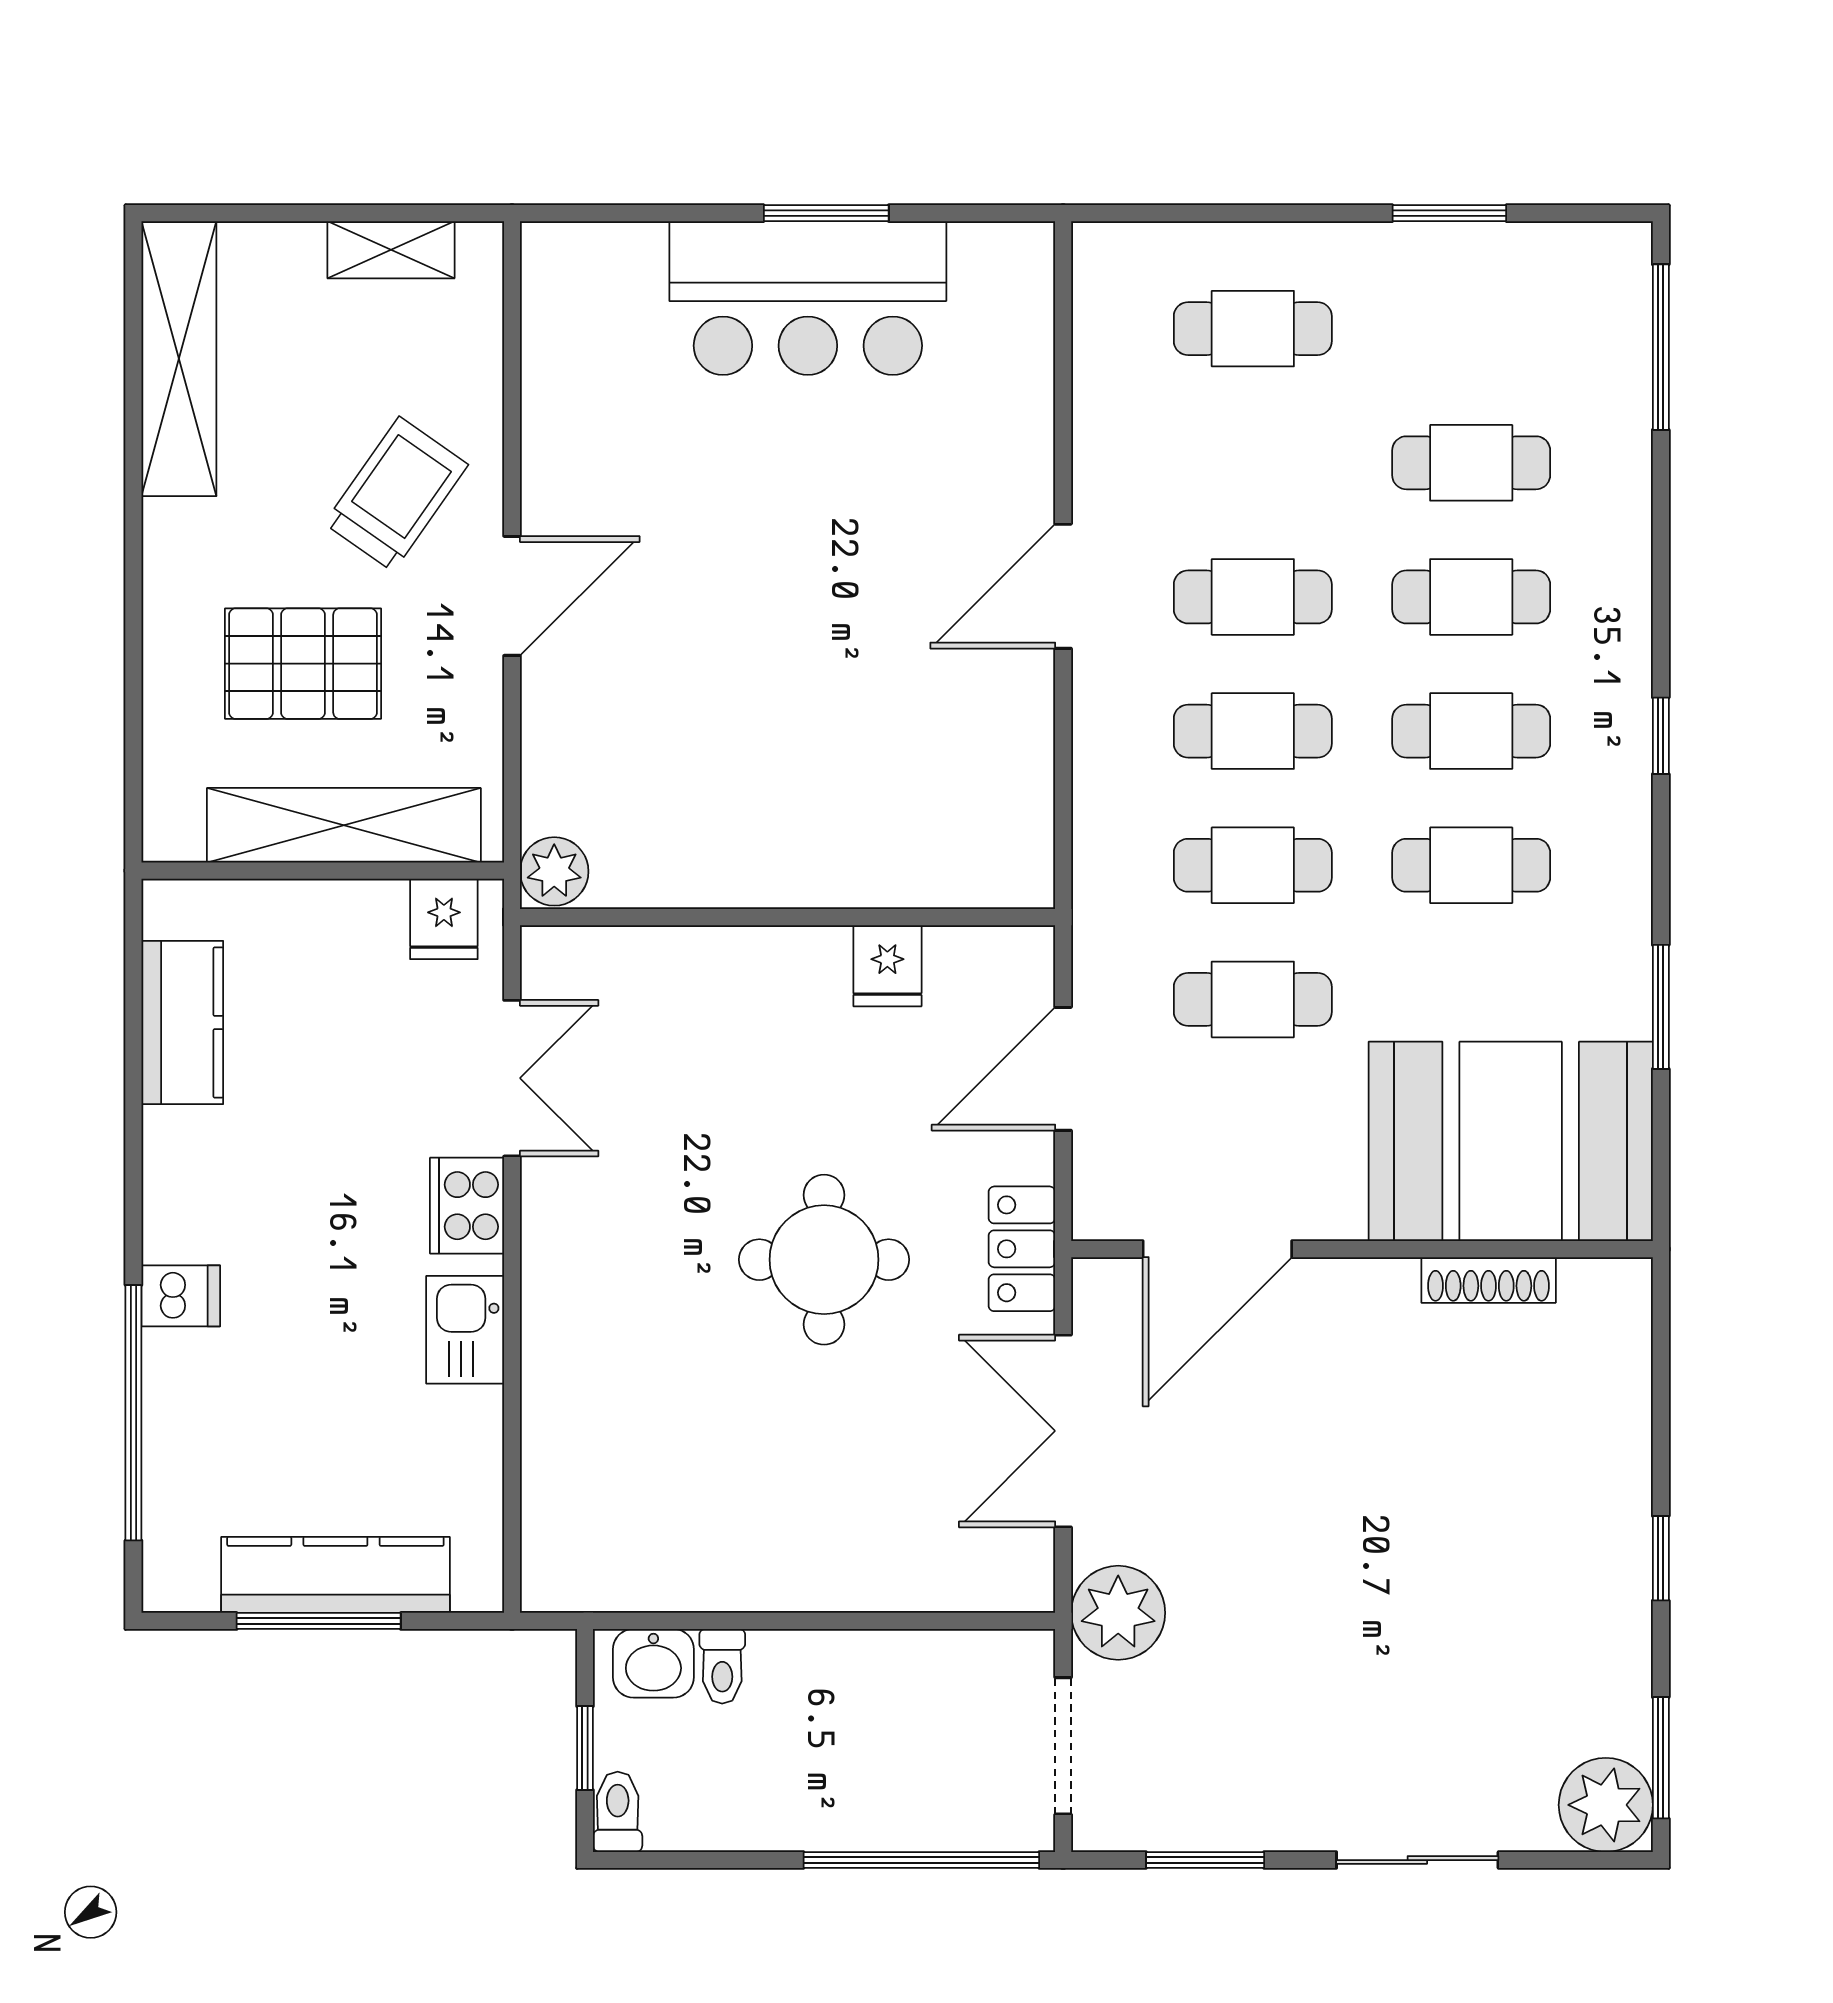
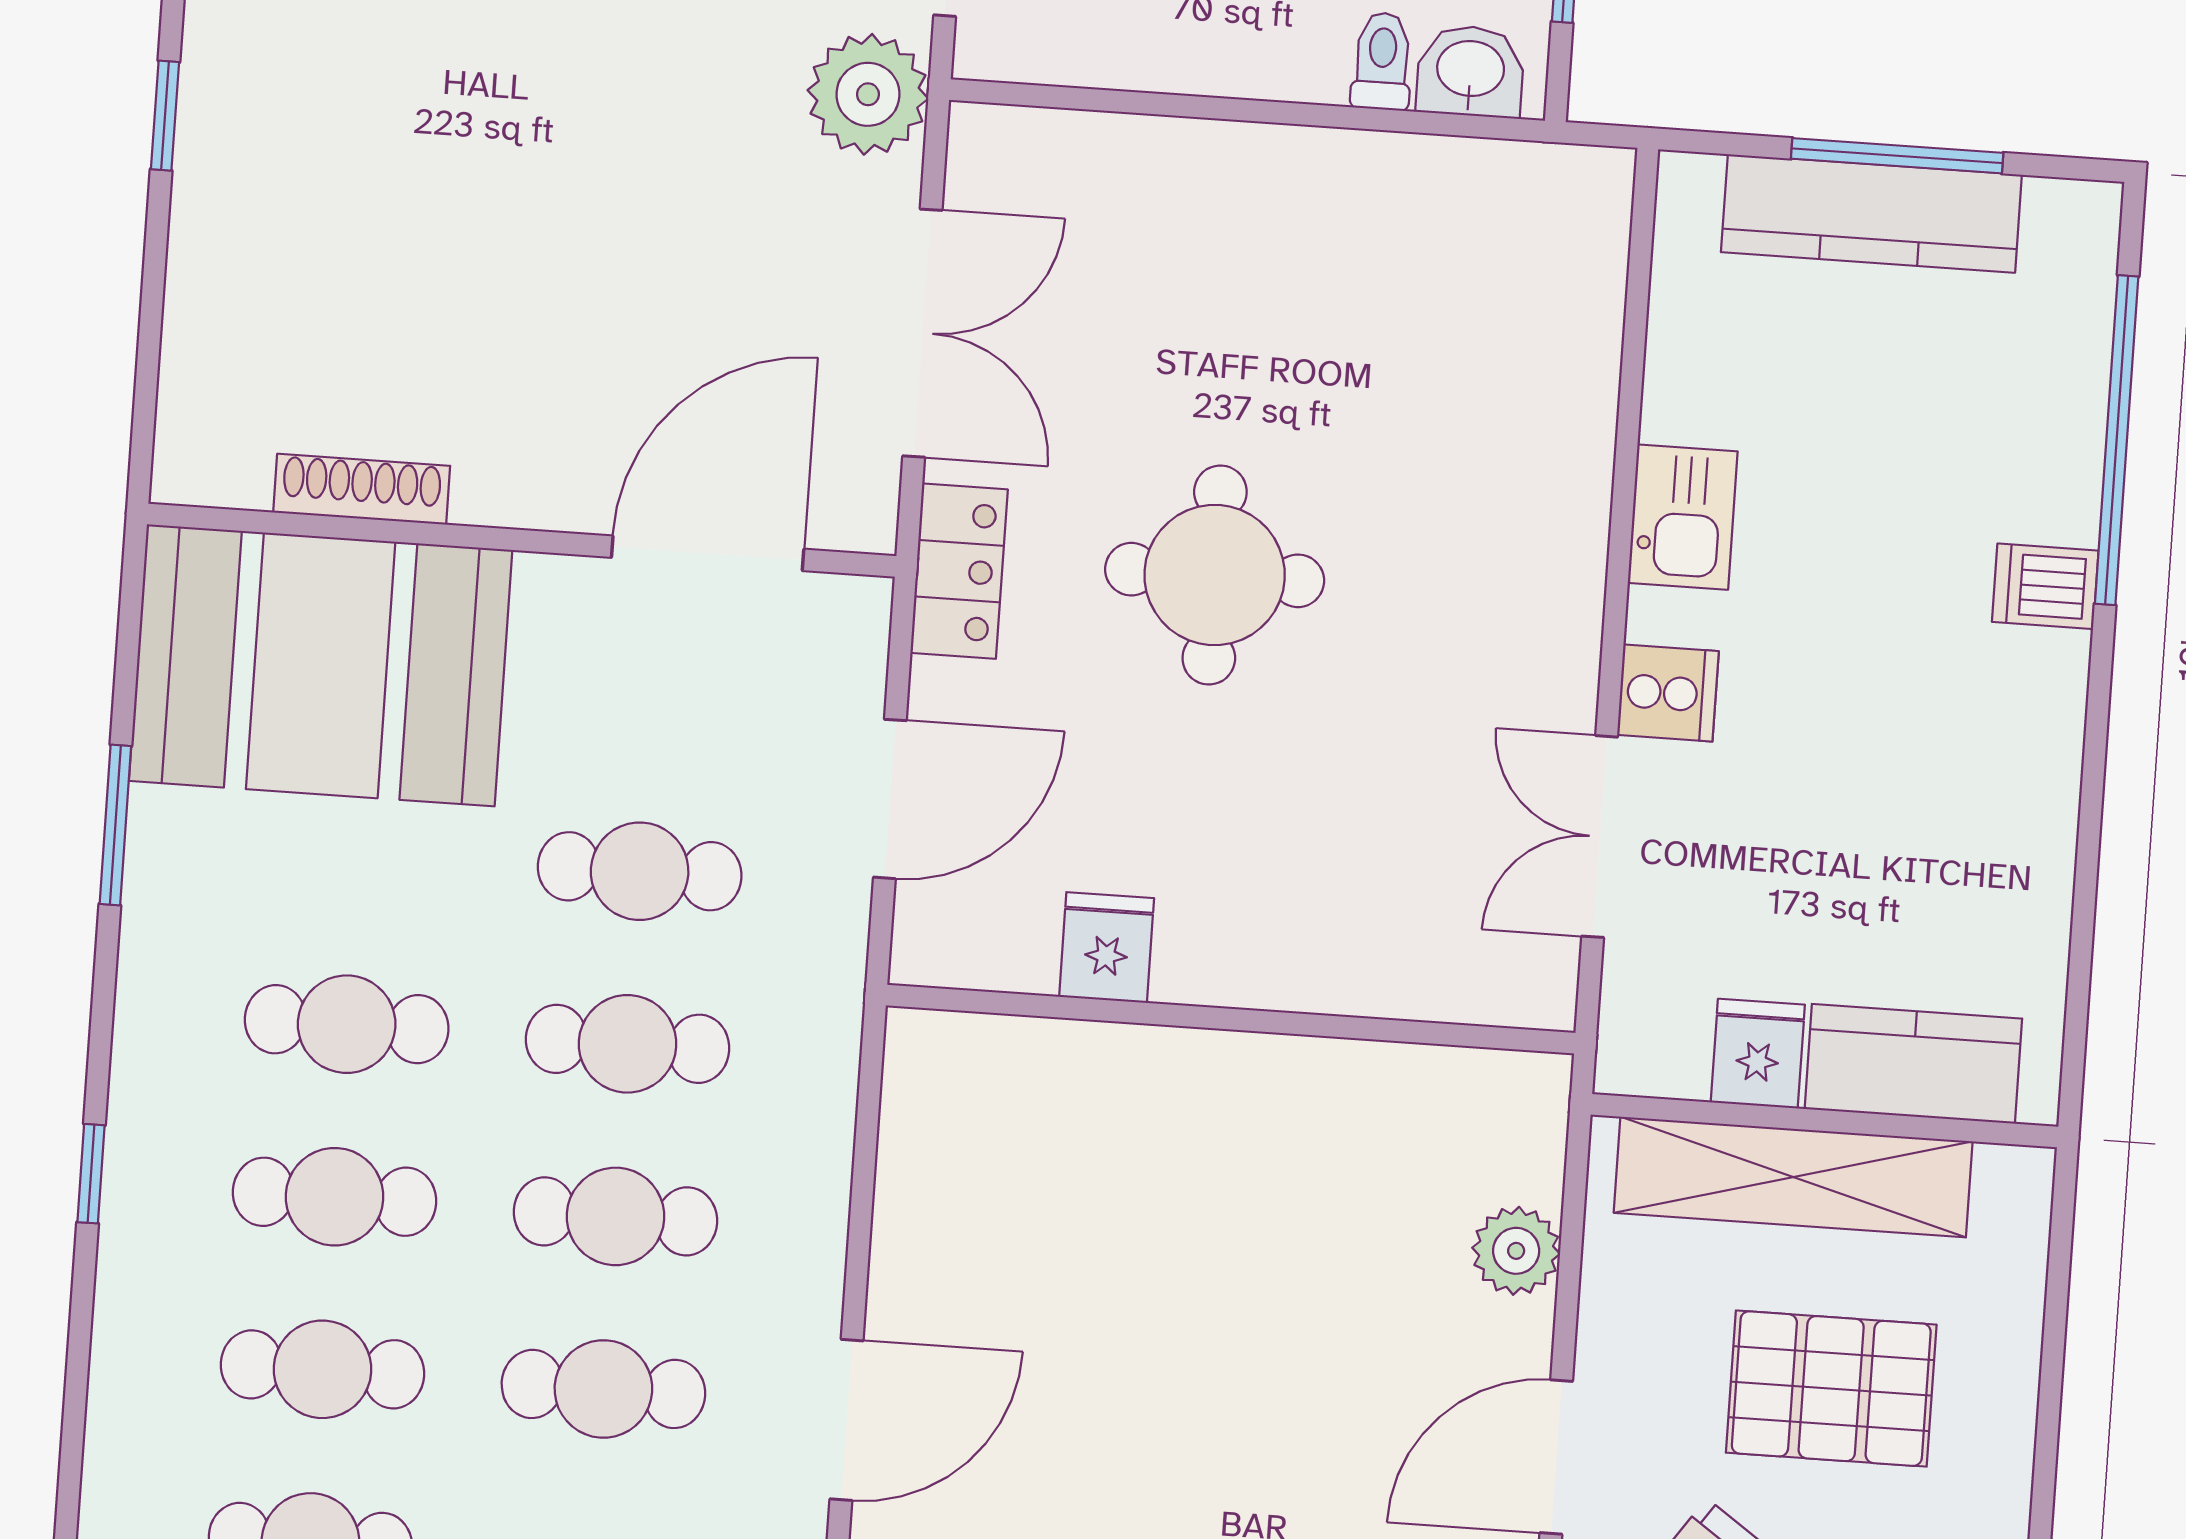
plant: (554, 871) -> (1516, 1251), moved
fridge: (444, 919) -> (1758, 1054), moved
kitchen counter: (182, 1022) -> (1913, 1064), moved, turned 90
cooker: (467, 1206) -> (1668, 693), width x0.73

